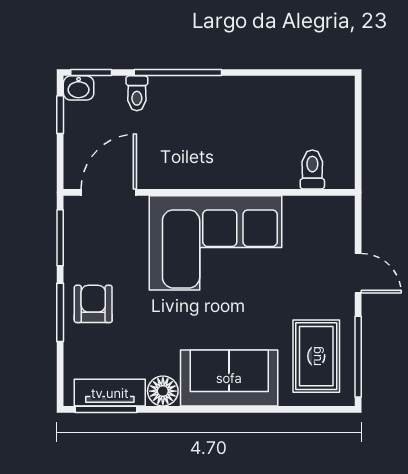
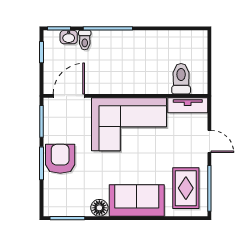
washbasin: (79, 88) -> (69, 37), moved
toilet: (312, 170) -> (181, 79), width x1.37, depth x1.39
armchair: (93, 304) -> (60, 159), width x1.38, depth x1.38
tv unit: (110, 393) -> (188, 105), moved, turned 180

